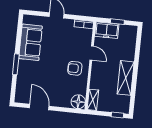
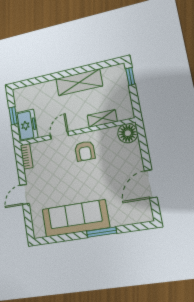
sofa: (30, 42) -> (75, 218), width x1.36
shelving: (93, 100) -> (102, 118), moved

